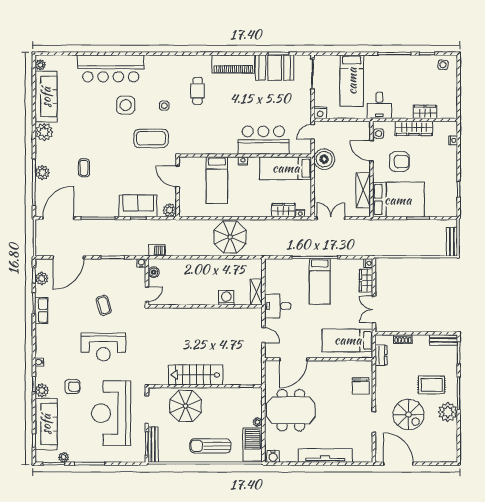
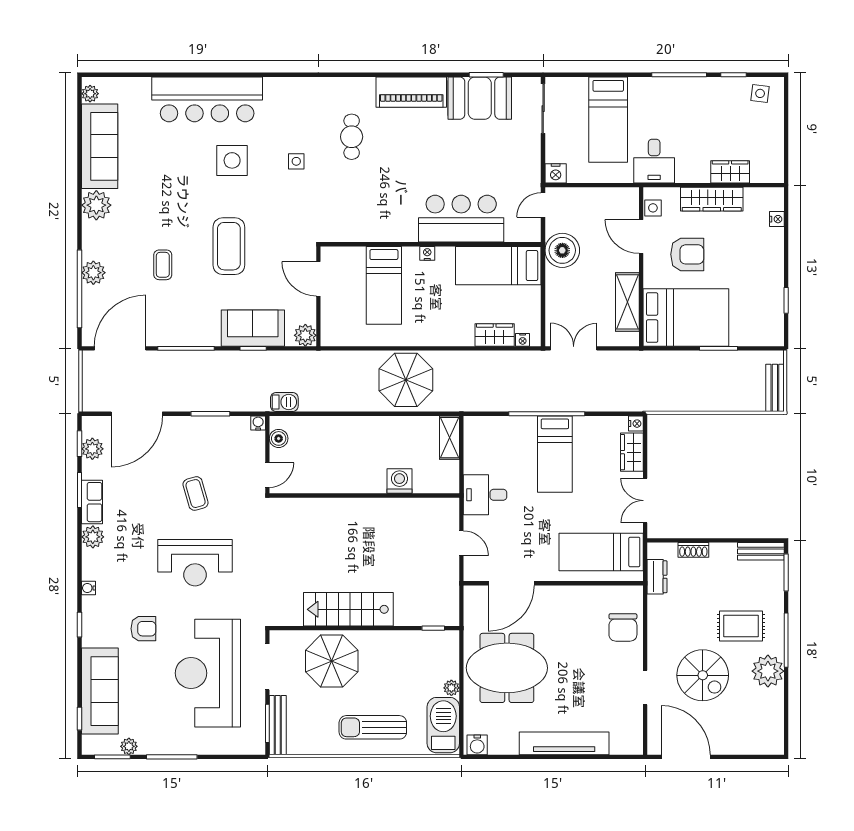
coffee table: (151, 138) -> (229, 246), moved, turned 90
shelving: (256, 292) -> (450, 438), moved
plant: (42, 390) -> (93, 537), moved

